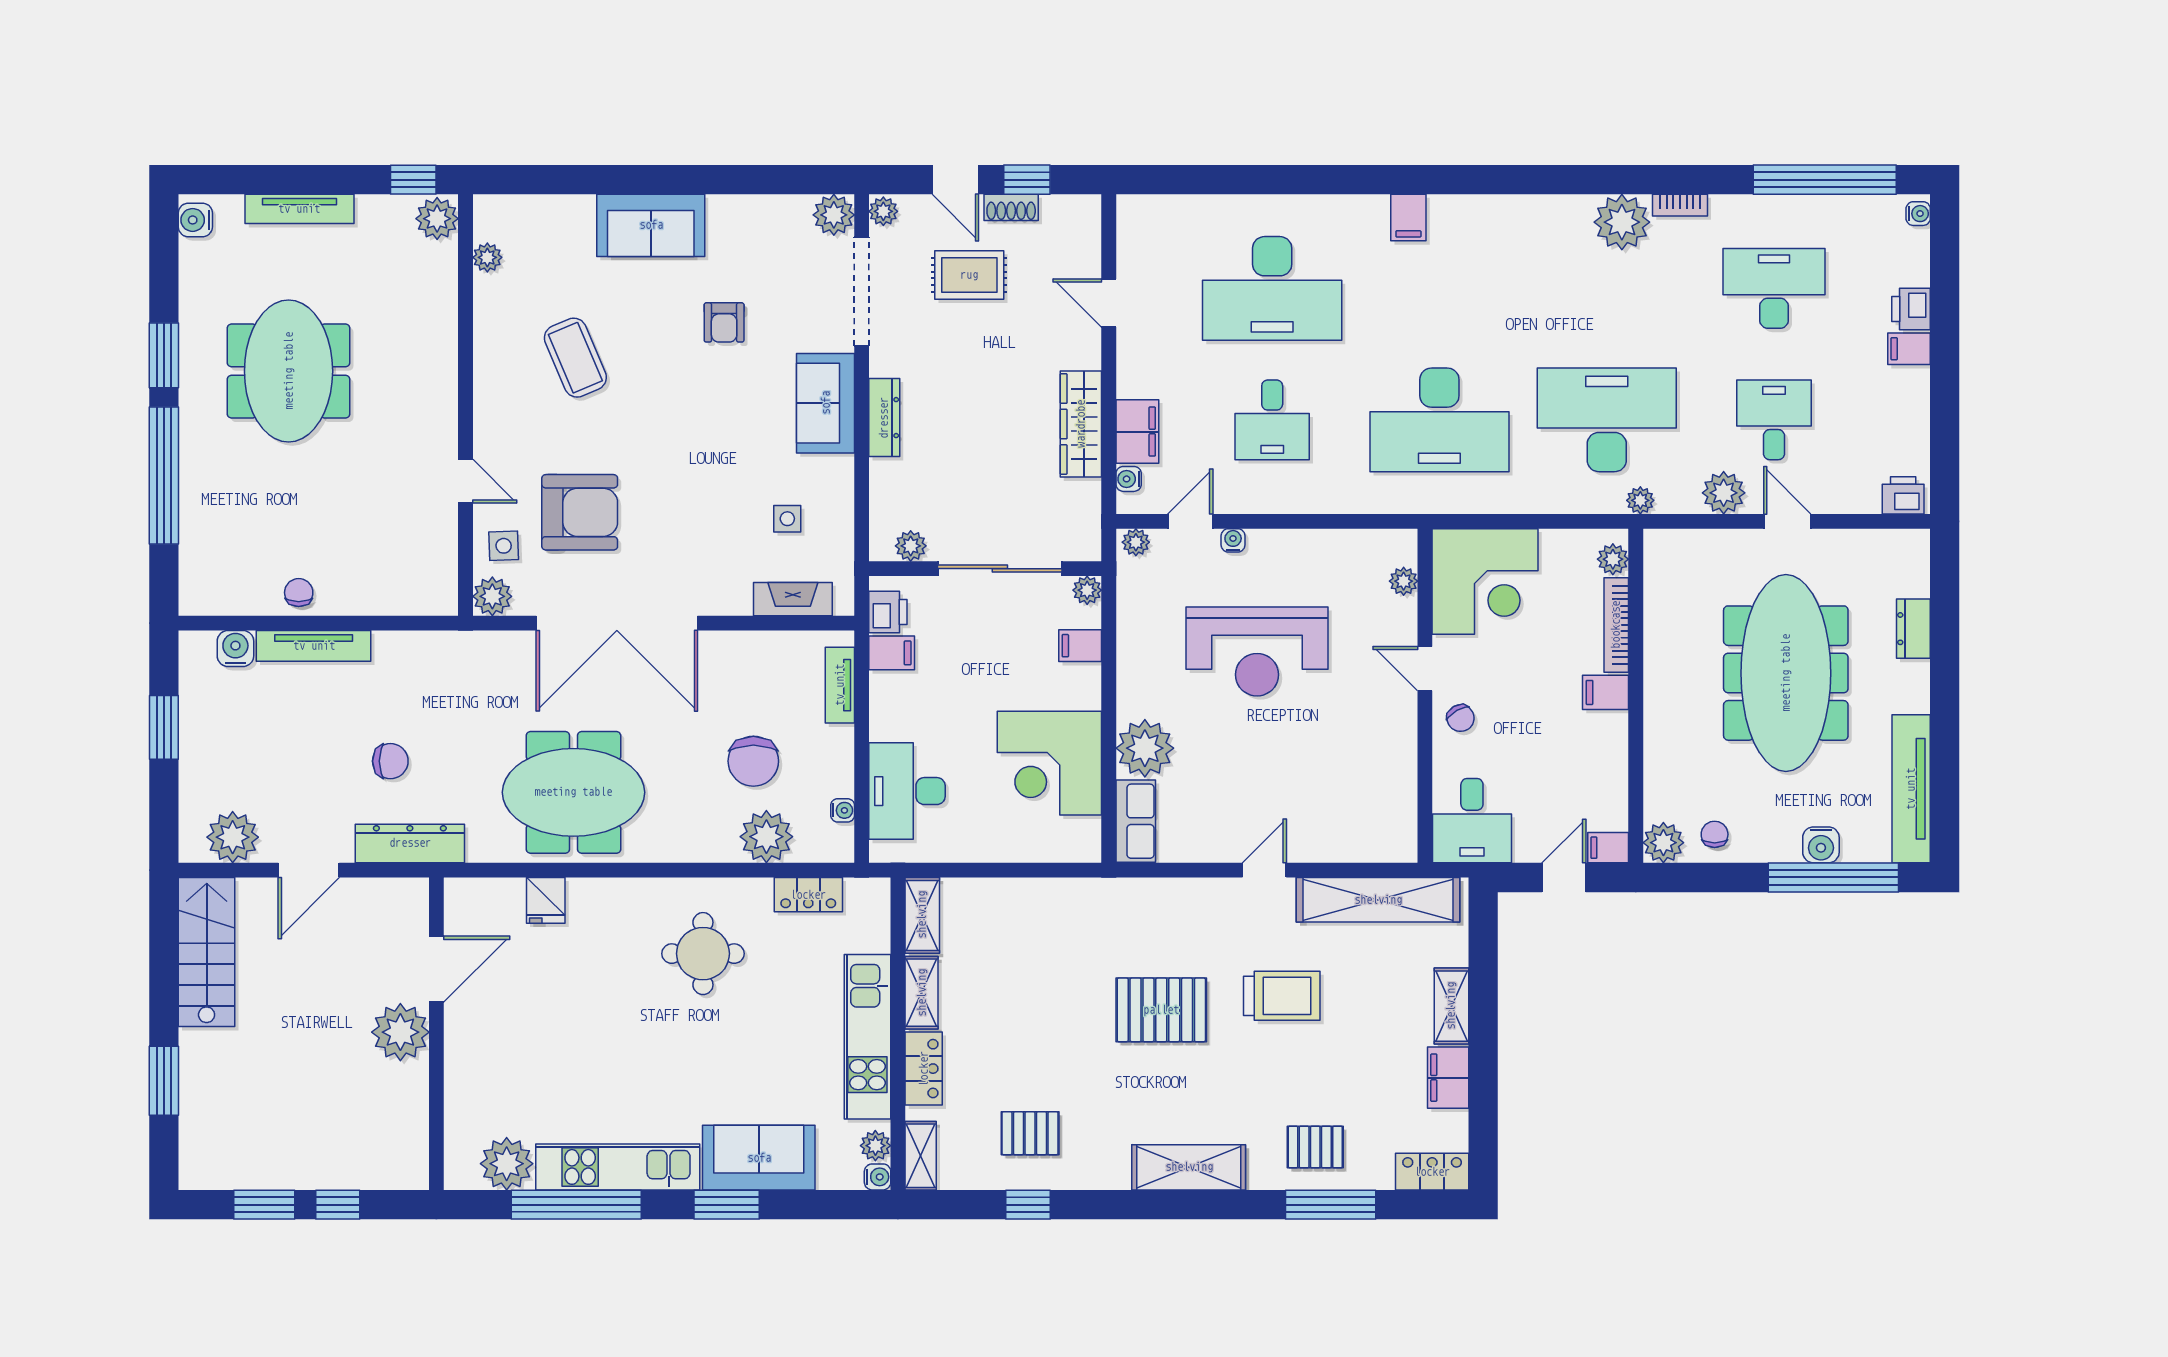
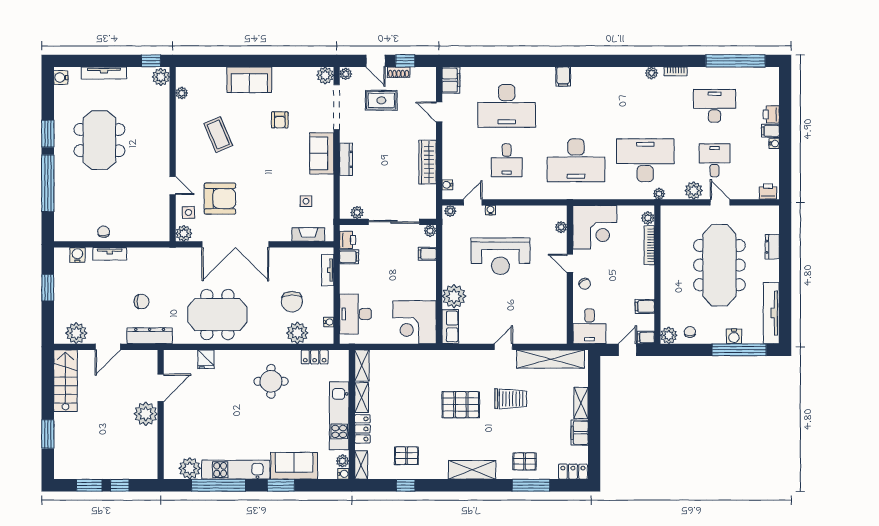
water cooler: (1918, 214) -> (774, 144), moved
plant: (1622, 222) -> (652, 73), width x0.53, depth x0.53
filing cabinet: (1137, 432) -> (451, 80), moved
tv unit: (314, 646) -> (110, 254), width x0.71
filing cabinet: (1606, 692) -> (645, 306), moved
corner desk: (1049, 763) -> (414, 322), moved

